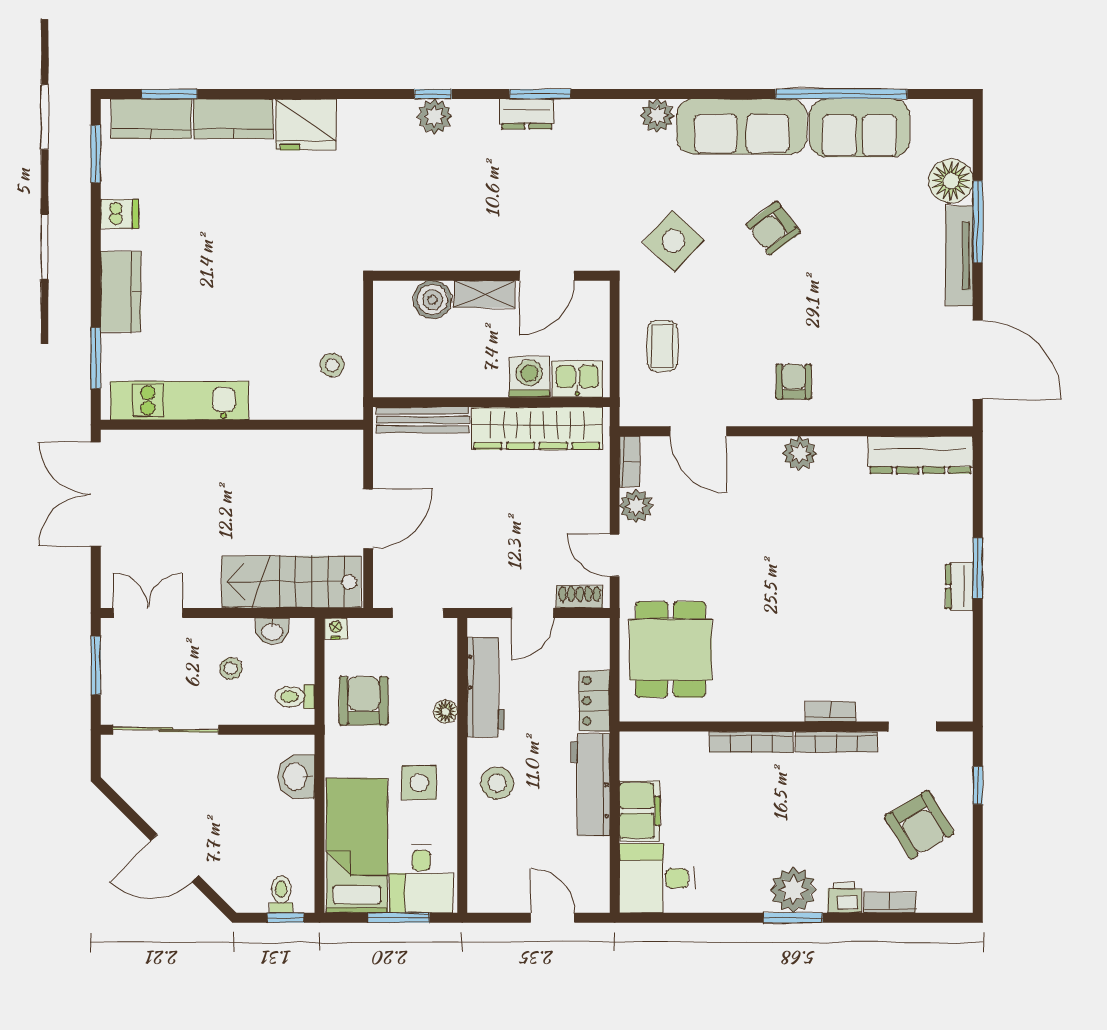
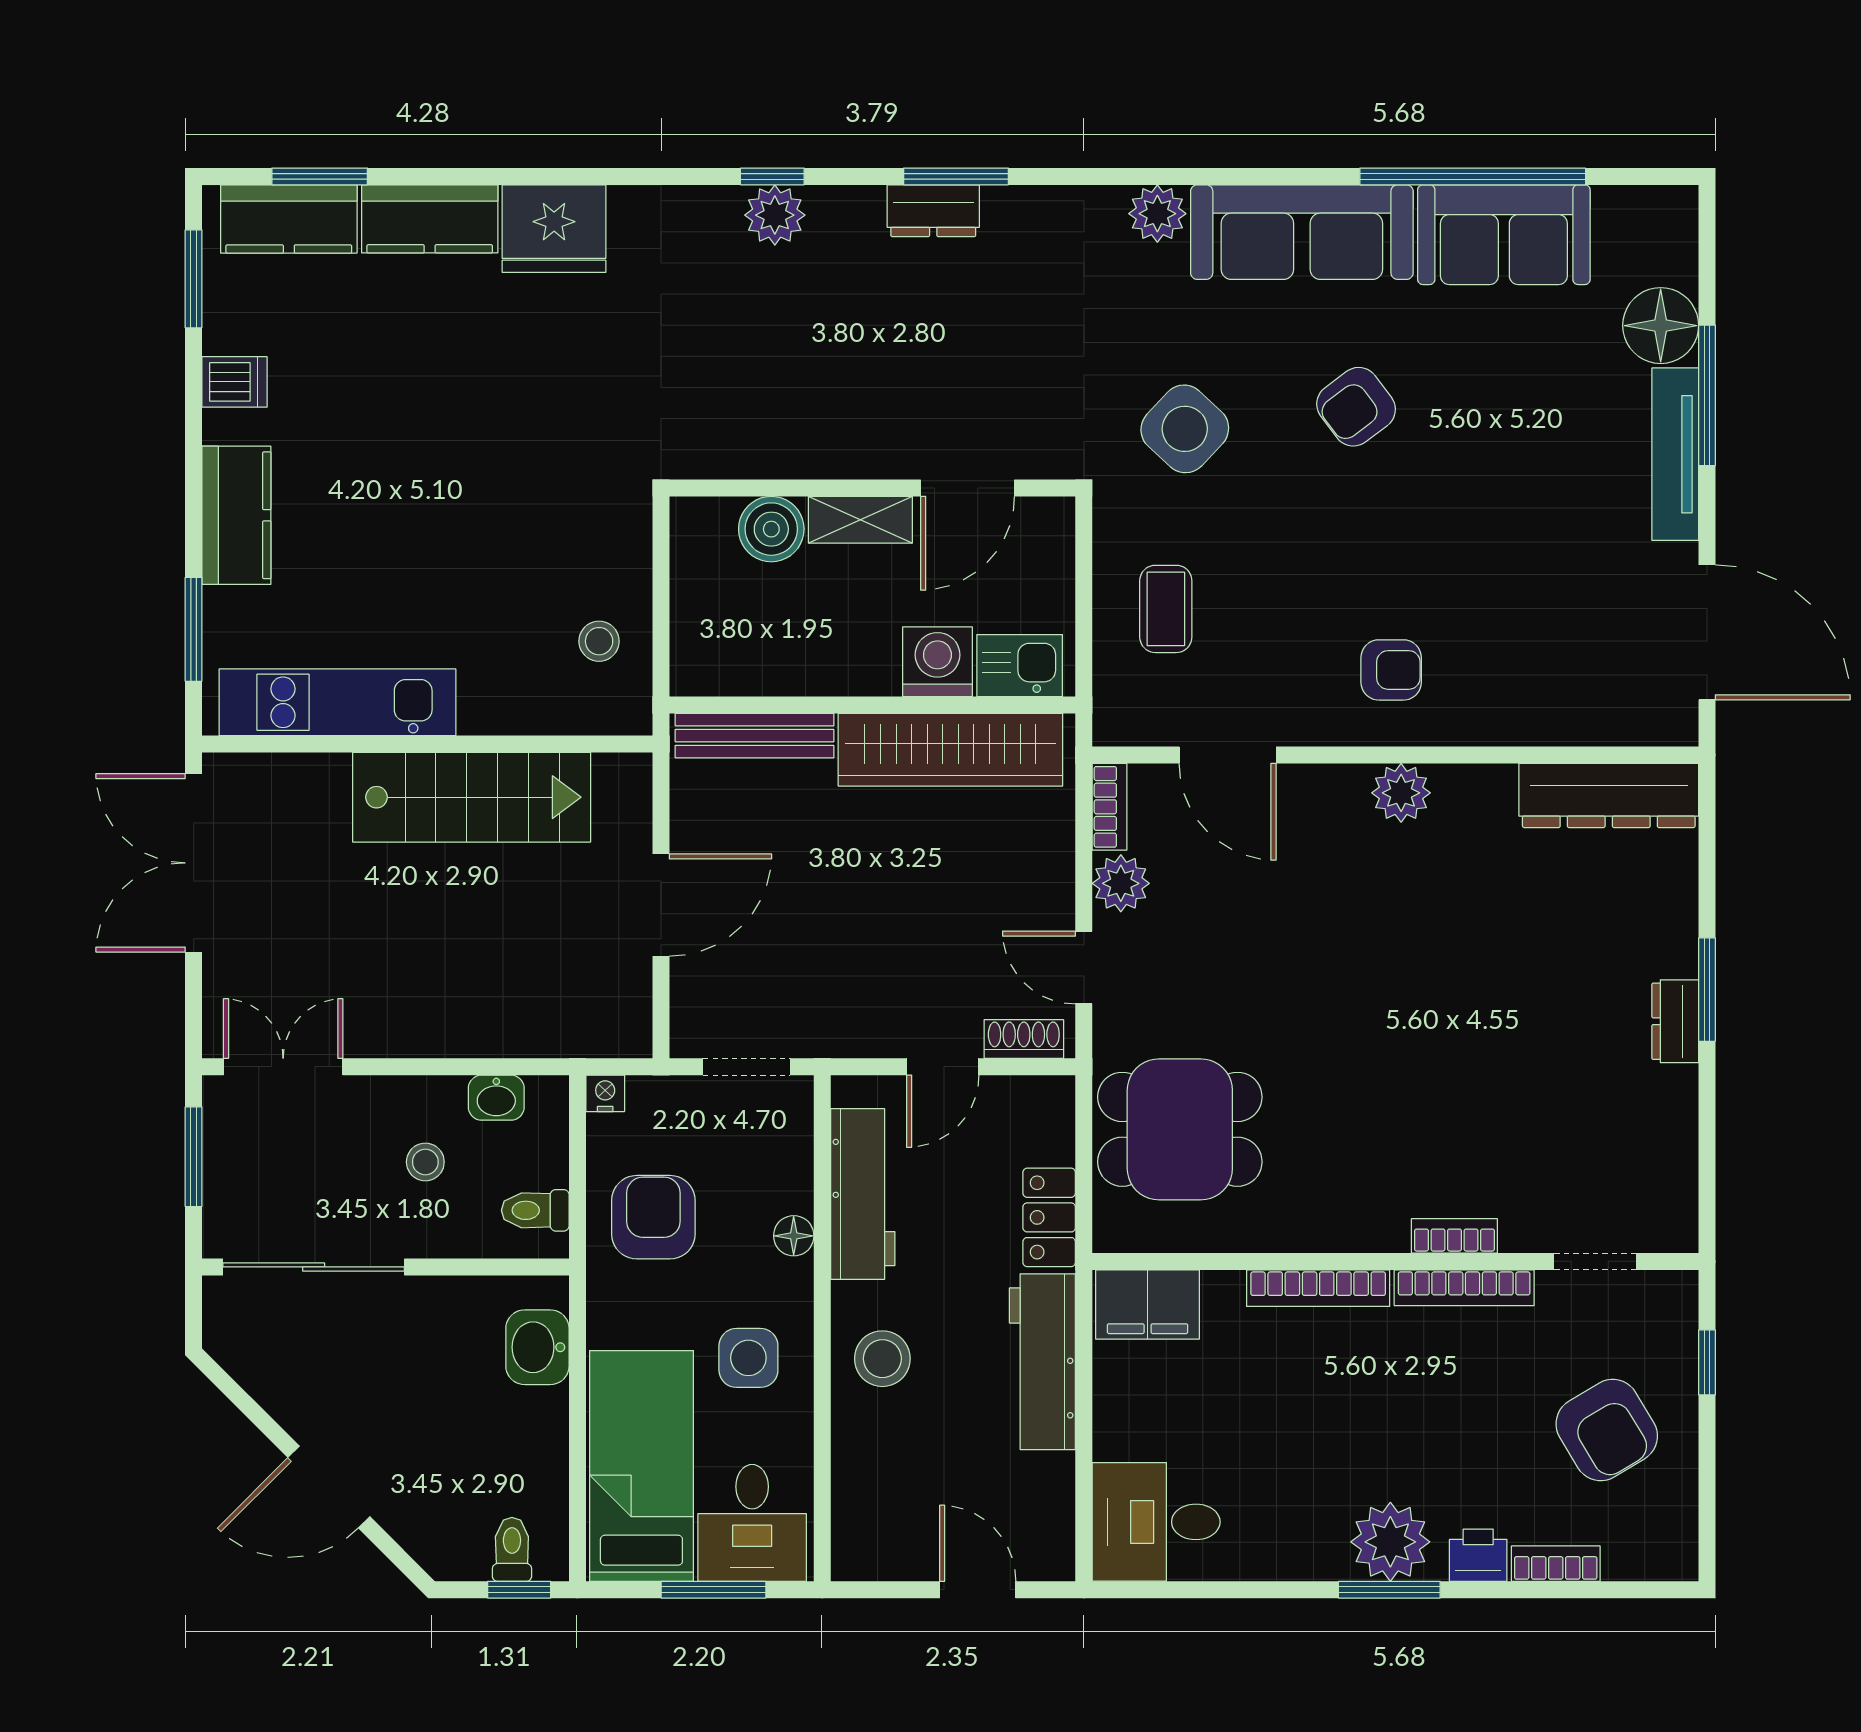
armchair: (794, 382) -> (1391, 670), turned 90
stairs: (291, 582) -> (472, 797), moved, turned 180
dining table: (671, 649) -> (1180, 1129), turned 90
filing cabinet: (640, 811) -> (1148, 1304), moved, turned 90

